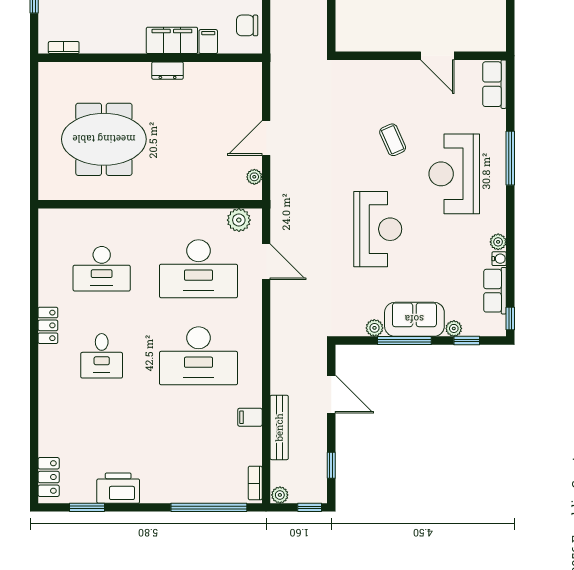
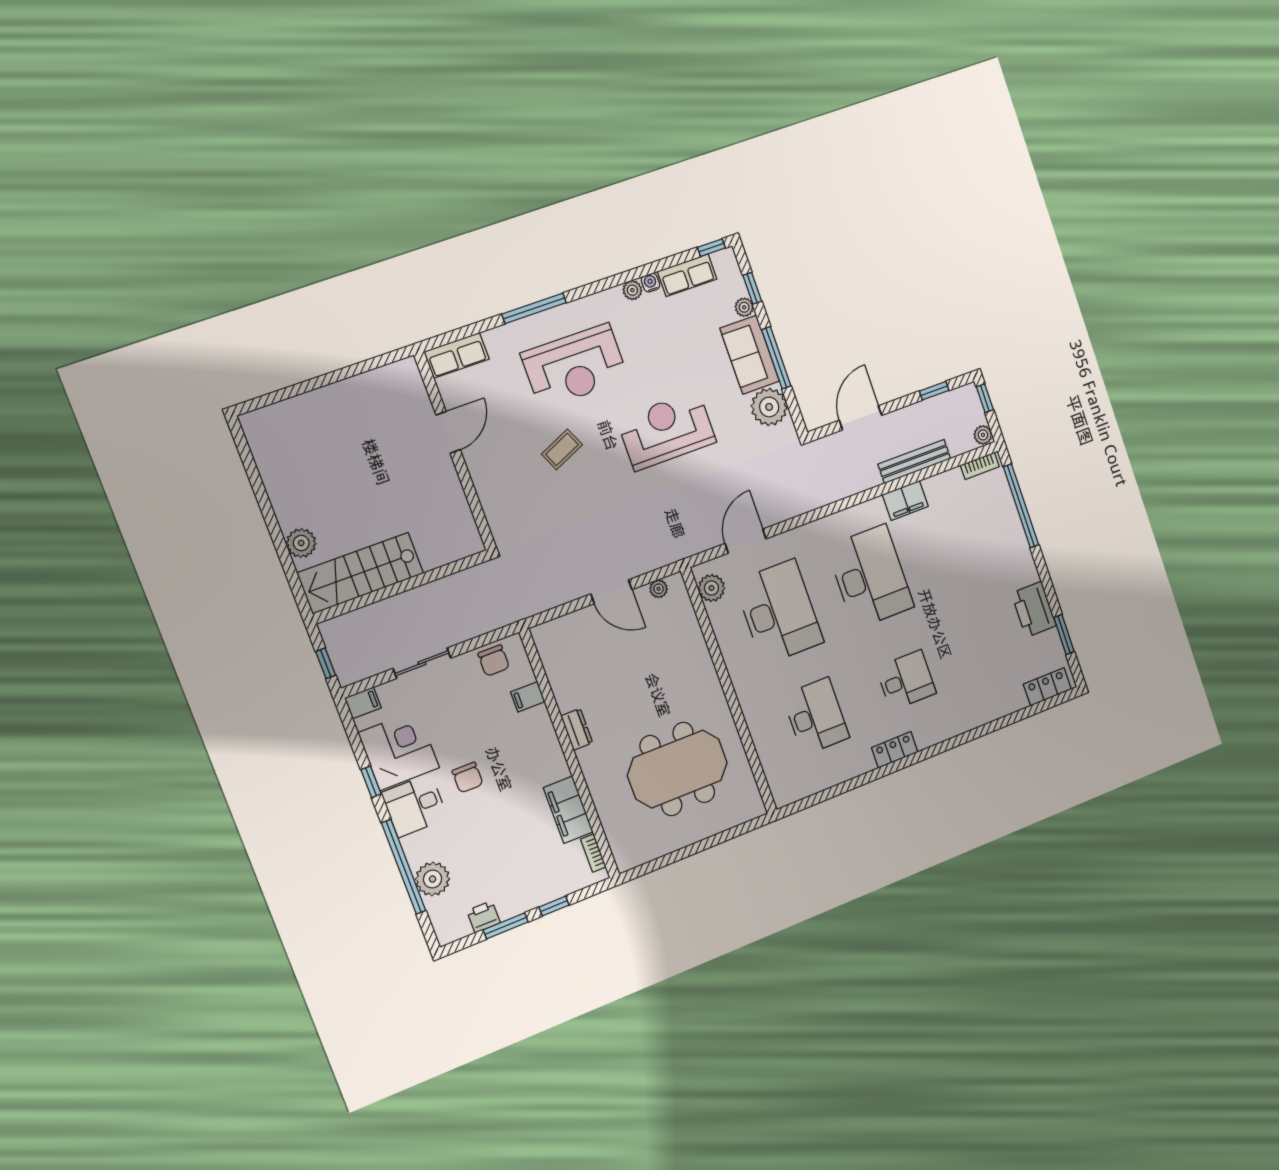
filing cabinet: (172, 40) -> (568, 810), moved
meeting table: (104, 139) -> (677, 769), turned 90
plant: (374, 328) -> (769, 407), width x1.87, depth x1.87
filing cabinet: (250, 417) -> (905, 501), width x2.00

